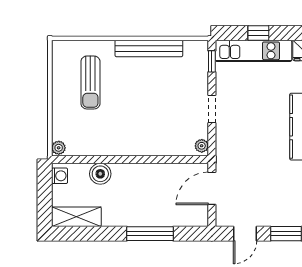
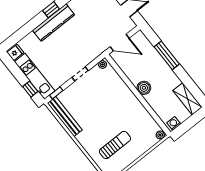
window: (258, 33) -> (30, 89), moved
bench: (149, 48) -> (65, 117), moved
boiler: (100, 174) -> (144, 88), moved

